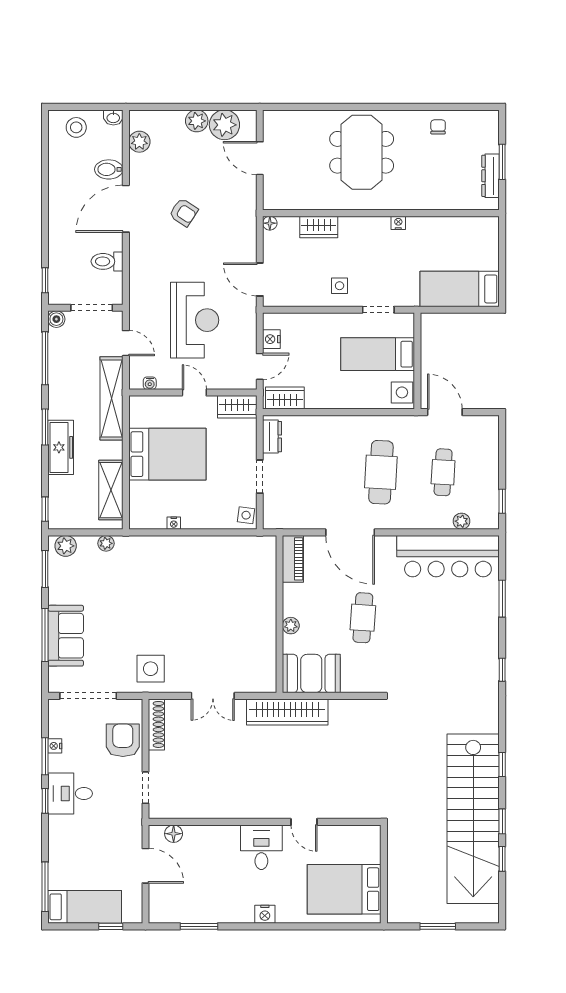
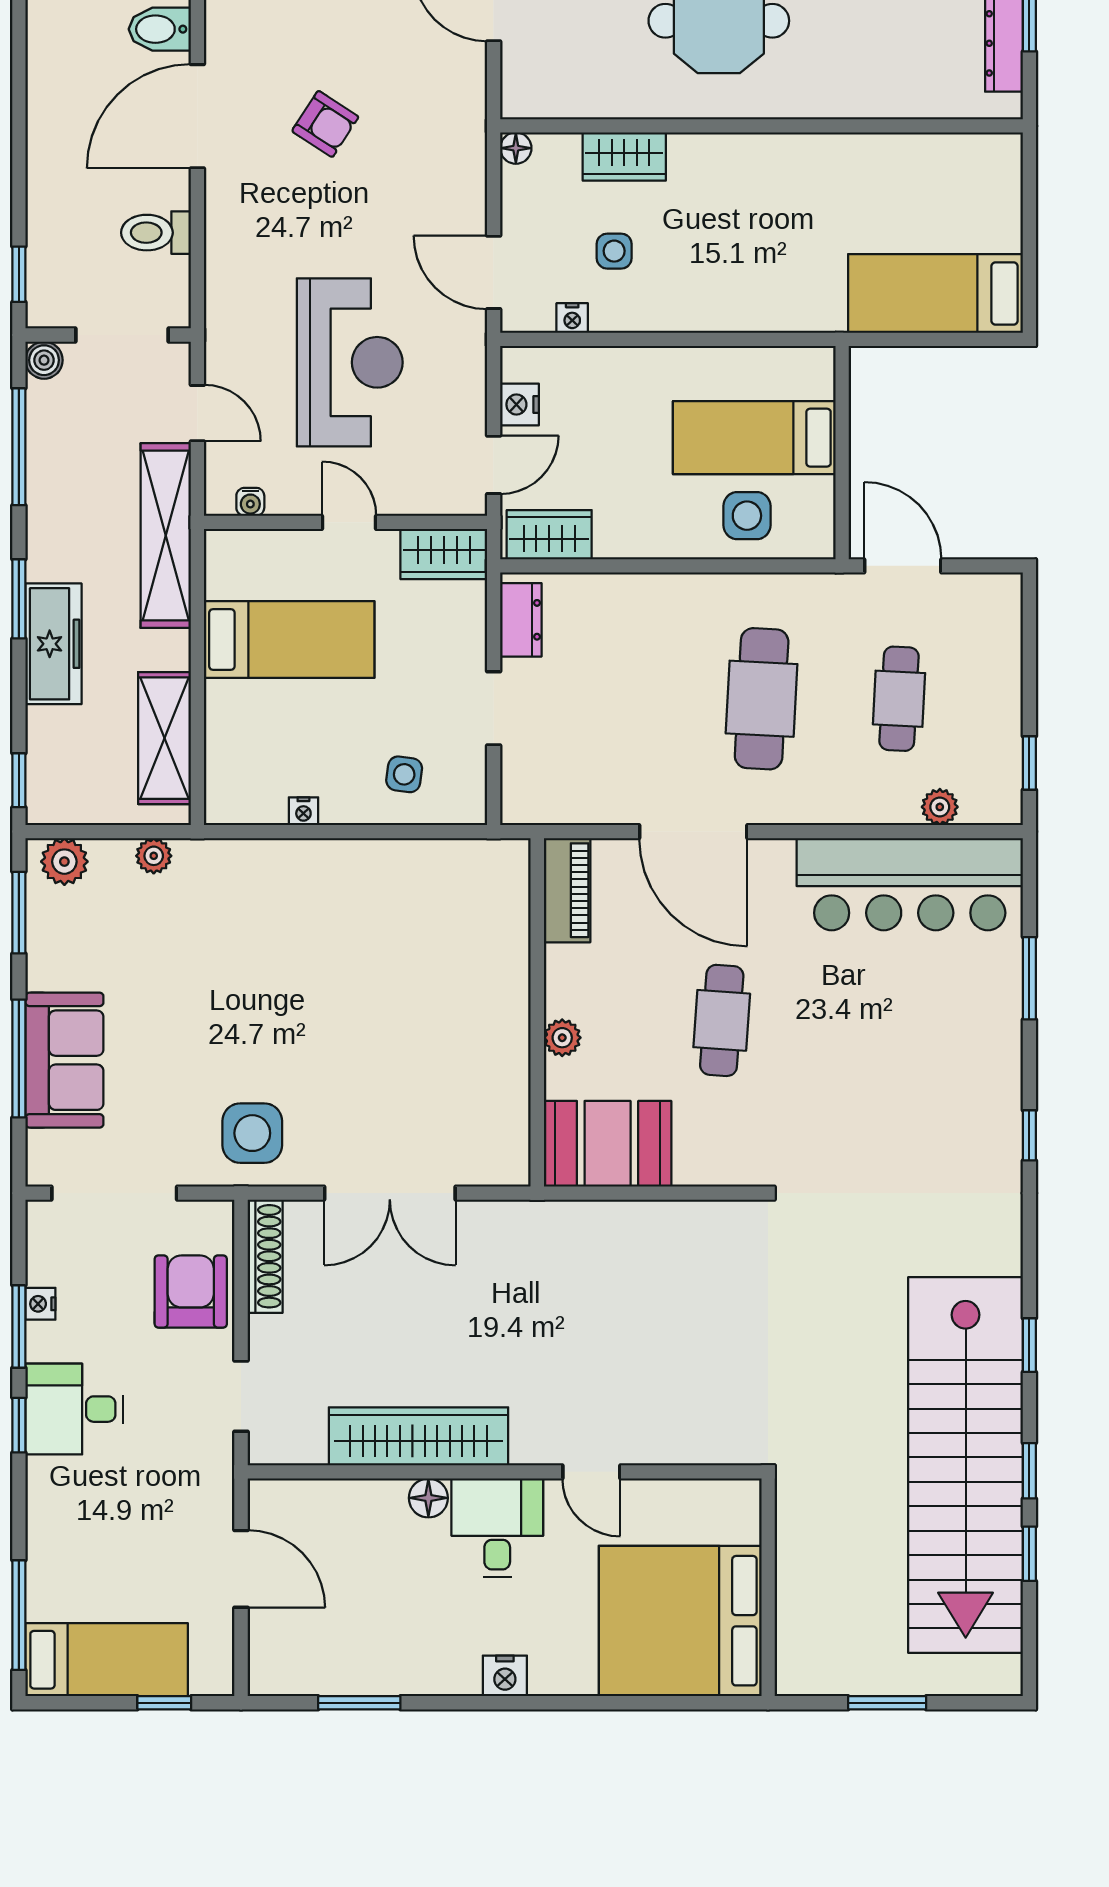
nightstand: (398, 223) -> (572, 318), moved, turned 180
side table: (340, 286) -> (614, 251), moved
doorway: (378, 310) -> (756, 339), removed
side table: (402, 392) -> (747, 516), moved
bed: (167, 454) -> (289, 639), width x0.67
side table: (246, 515) -> (404, 774), moved
double door: (213, 696) -> (390, 1193), width x1.37
wardrobe: (287, 712) -> (419, 1436), moved, turned 180
floor lamp: (174, 834) -> (428, 1498), moved
bed: (344, 889) -> (680, 1621), width x1.36

